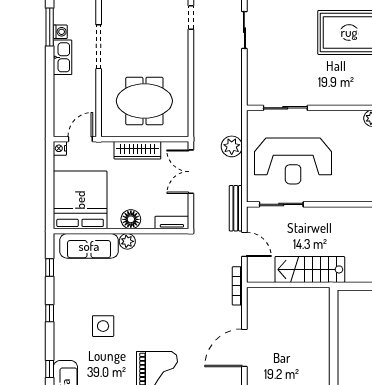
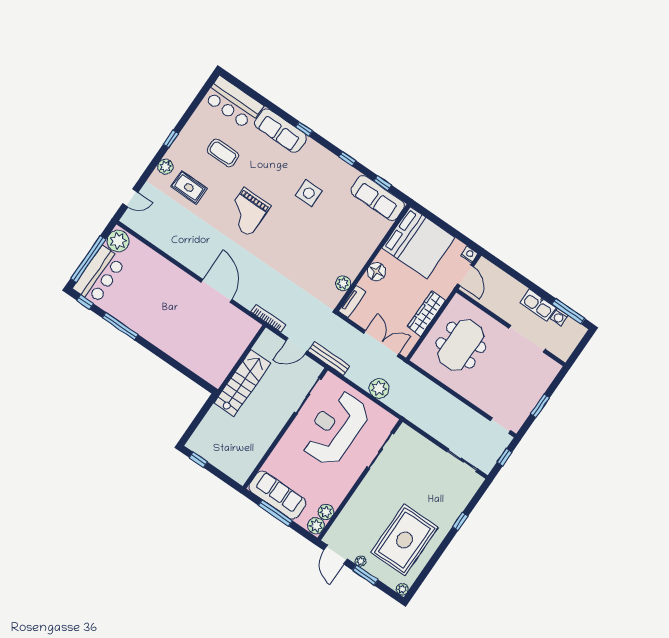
plant: (127, 241) -> (343, 283), moved
sofa: (89, 246) -> (378, 198), moved, turned -90

